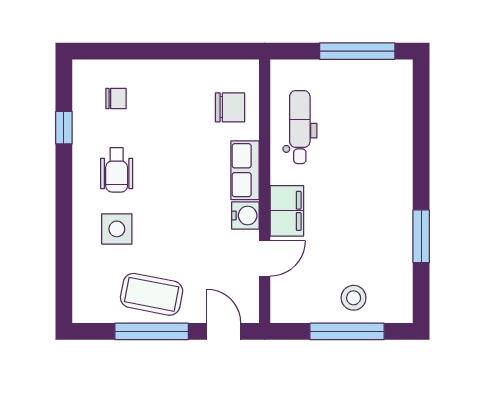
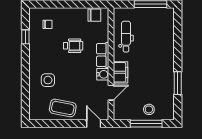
chair: (230, 107) -> (94, 15), moved
wheelchair: (117, 170) -> (73, 46), moved, turned -90
window: (152, 331) -> (63, 124), removed

